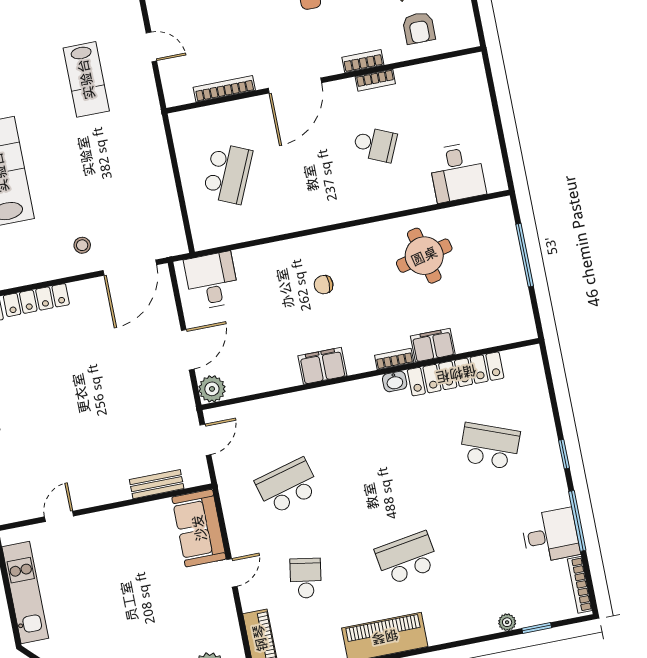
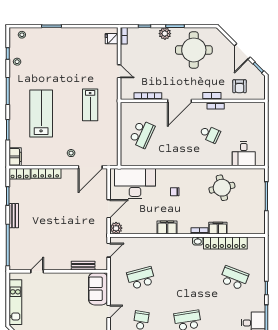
lab bench: (86, 79) -> (90, 105), moved
desk: (212, 281) -> (135, 184), width x1.87, depth x1.30

